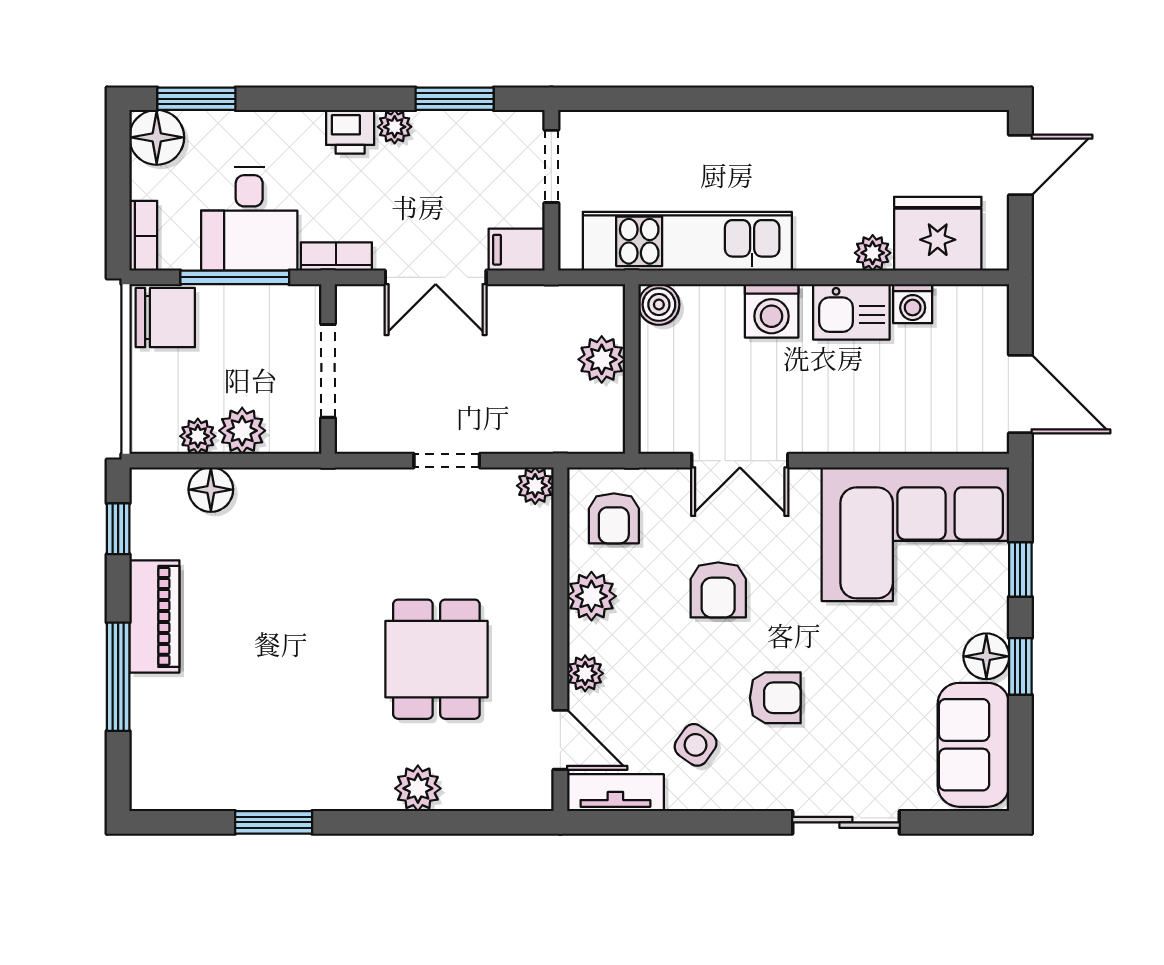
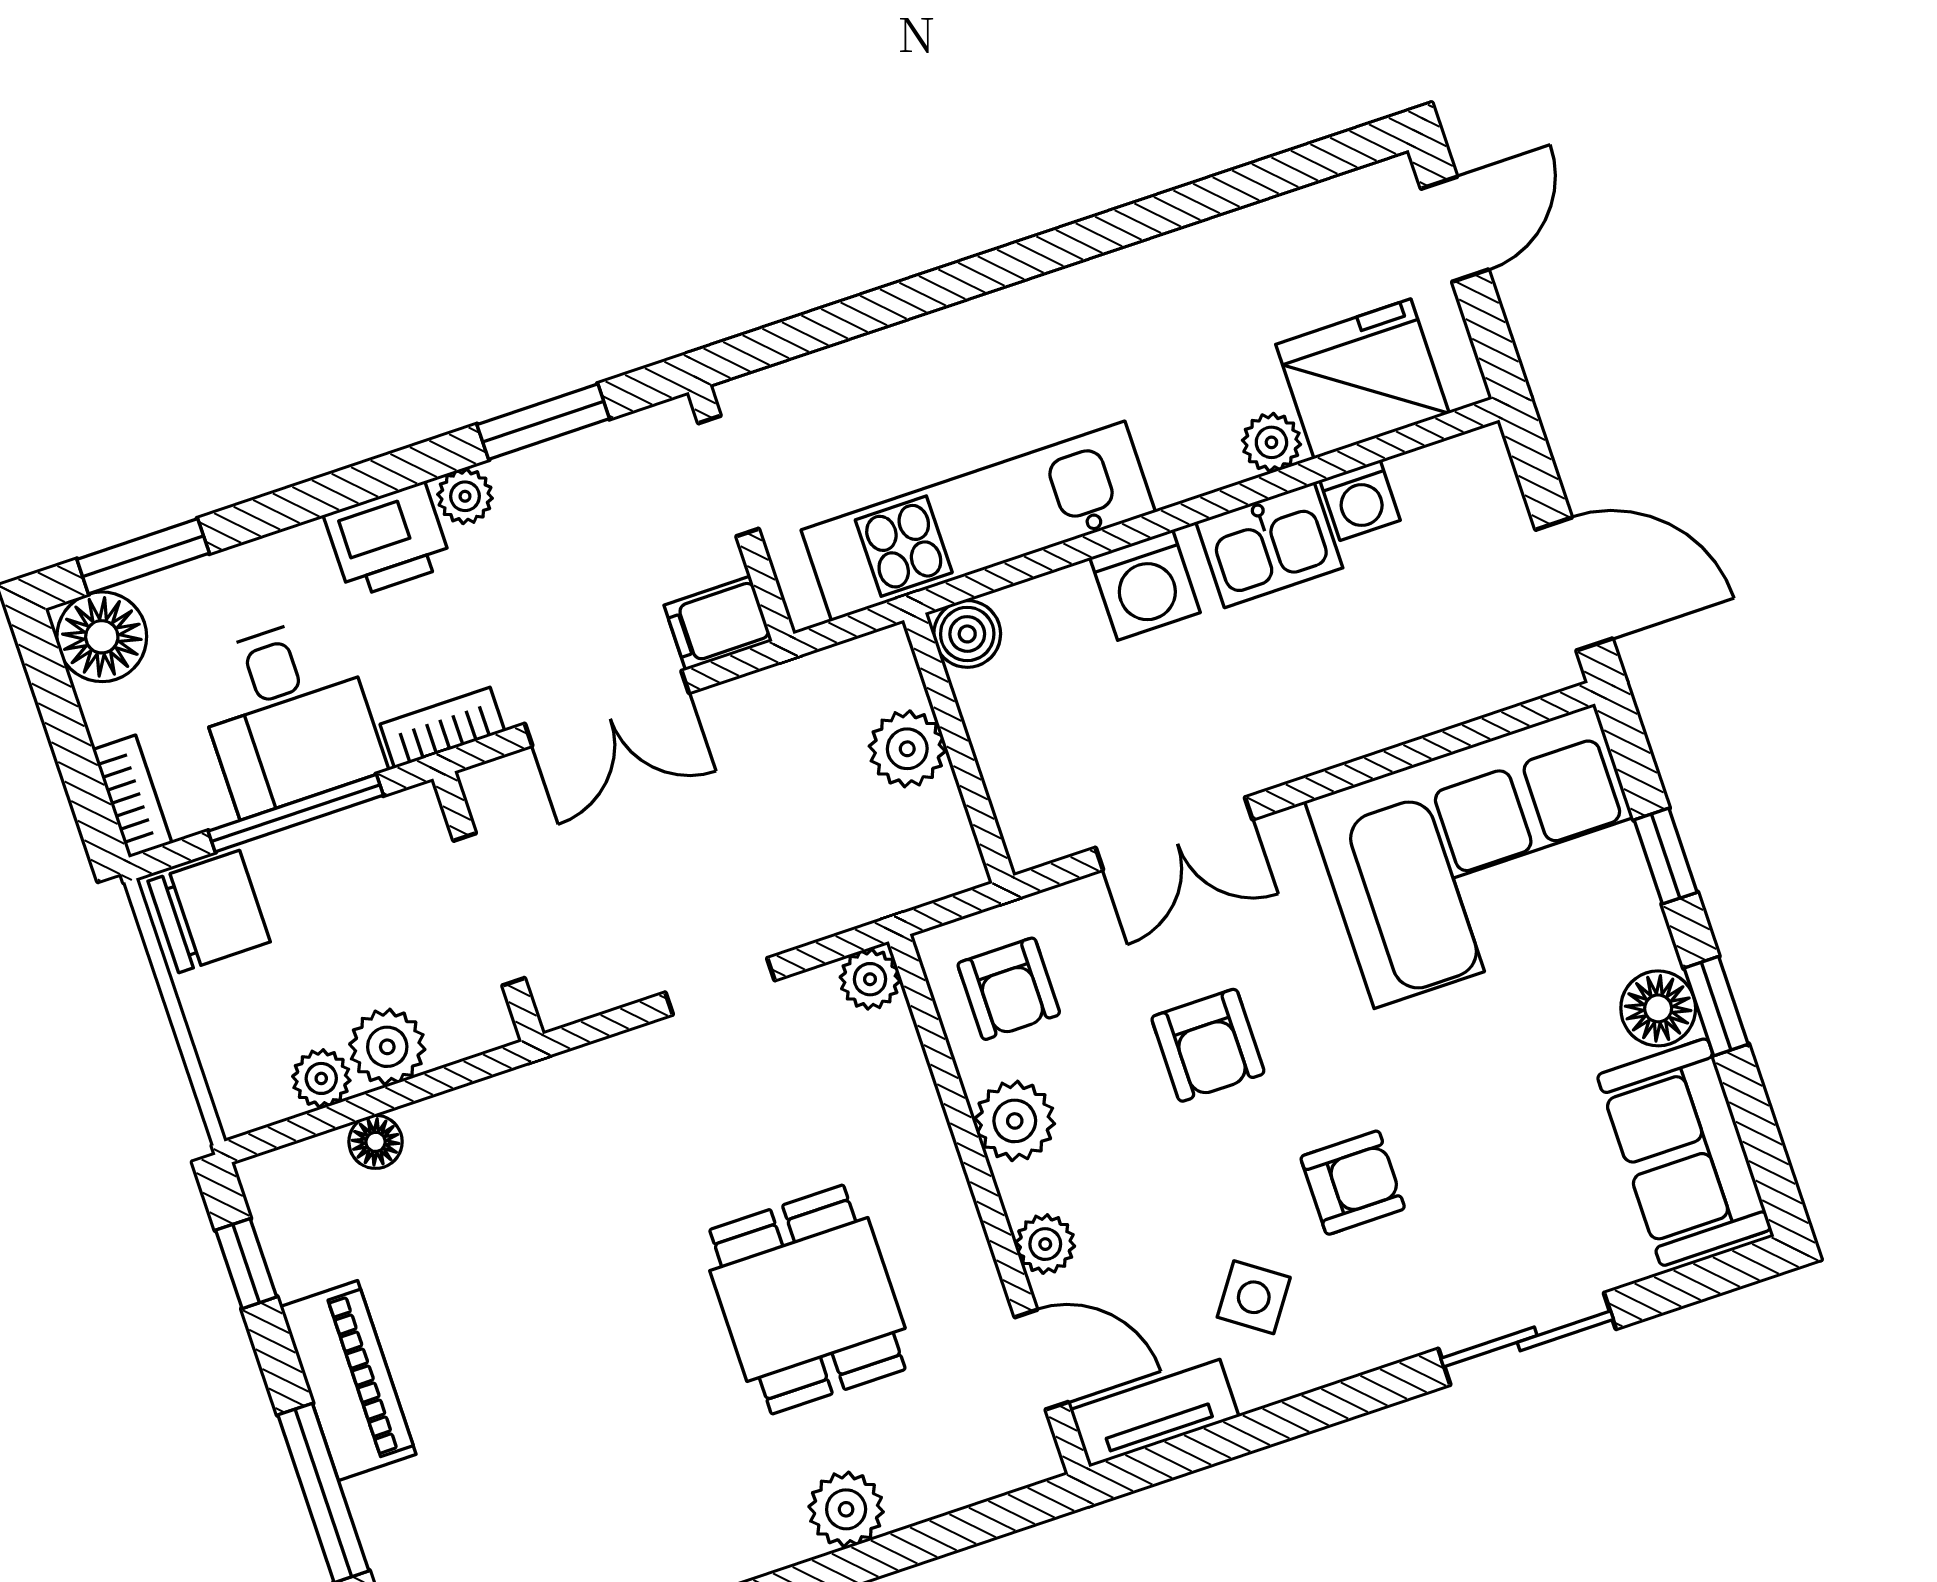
printer: (350, 132) -> (388, 540), width x1.36, depth x1.24
floor lamp: (211, 490) -> (376, 1142), width x0.73, depth x0.73

